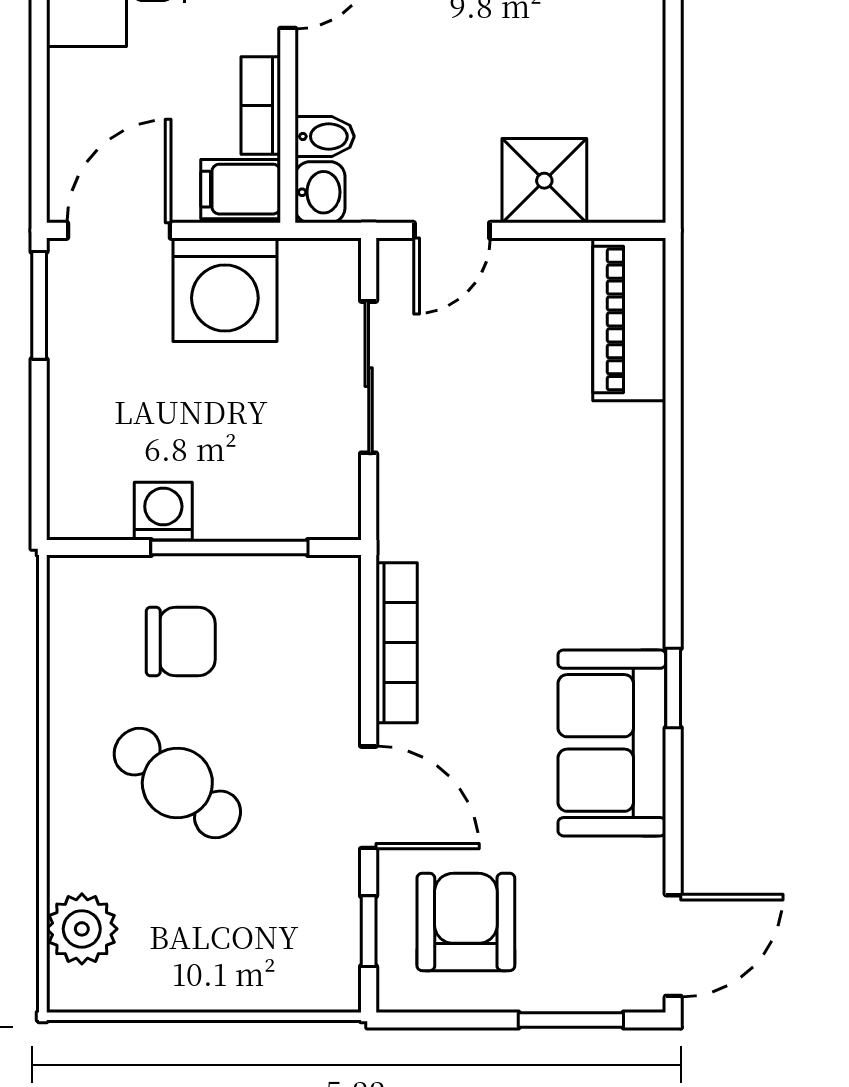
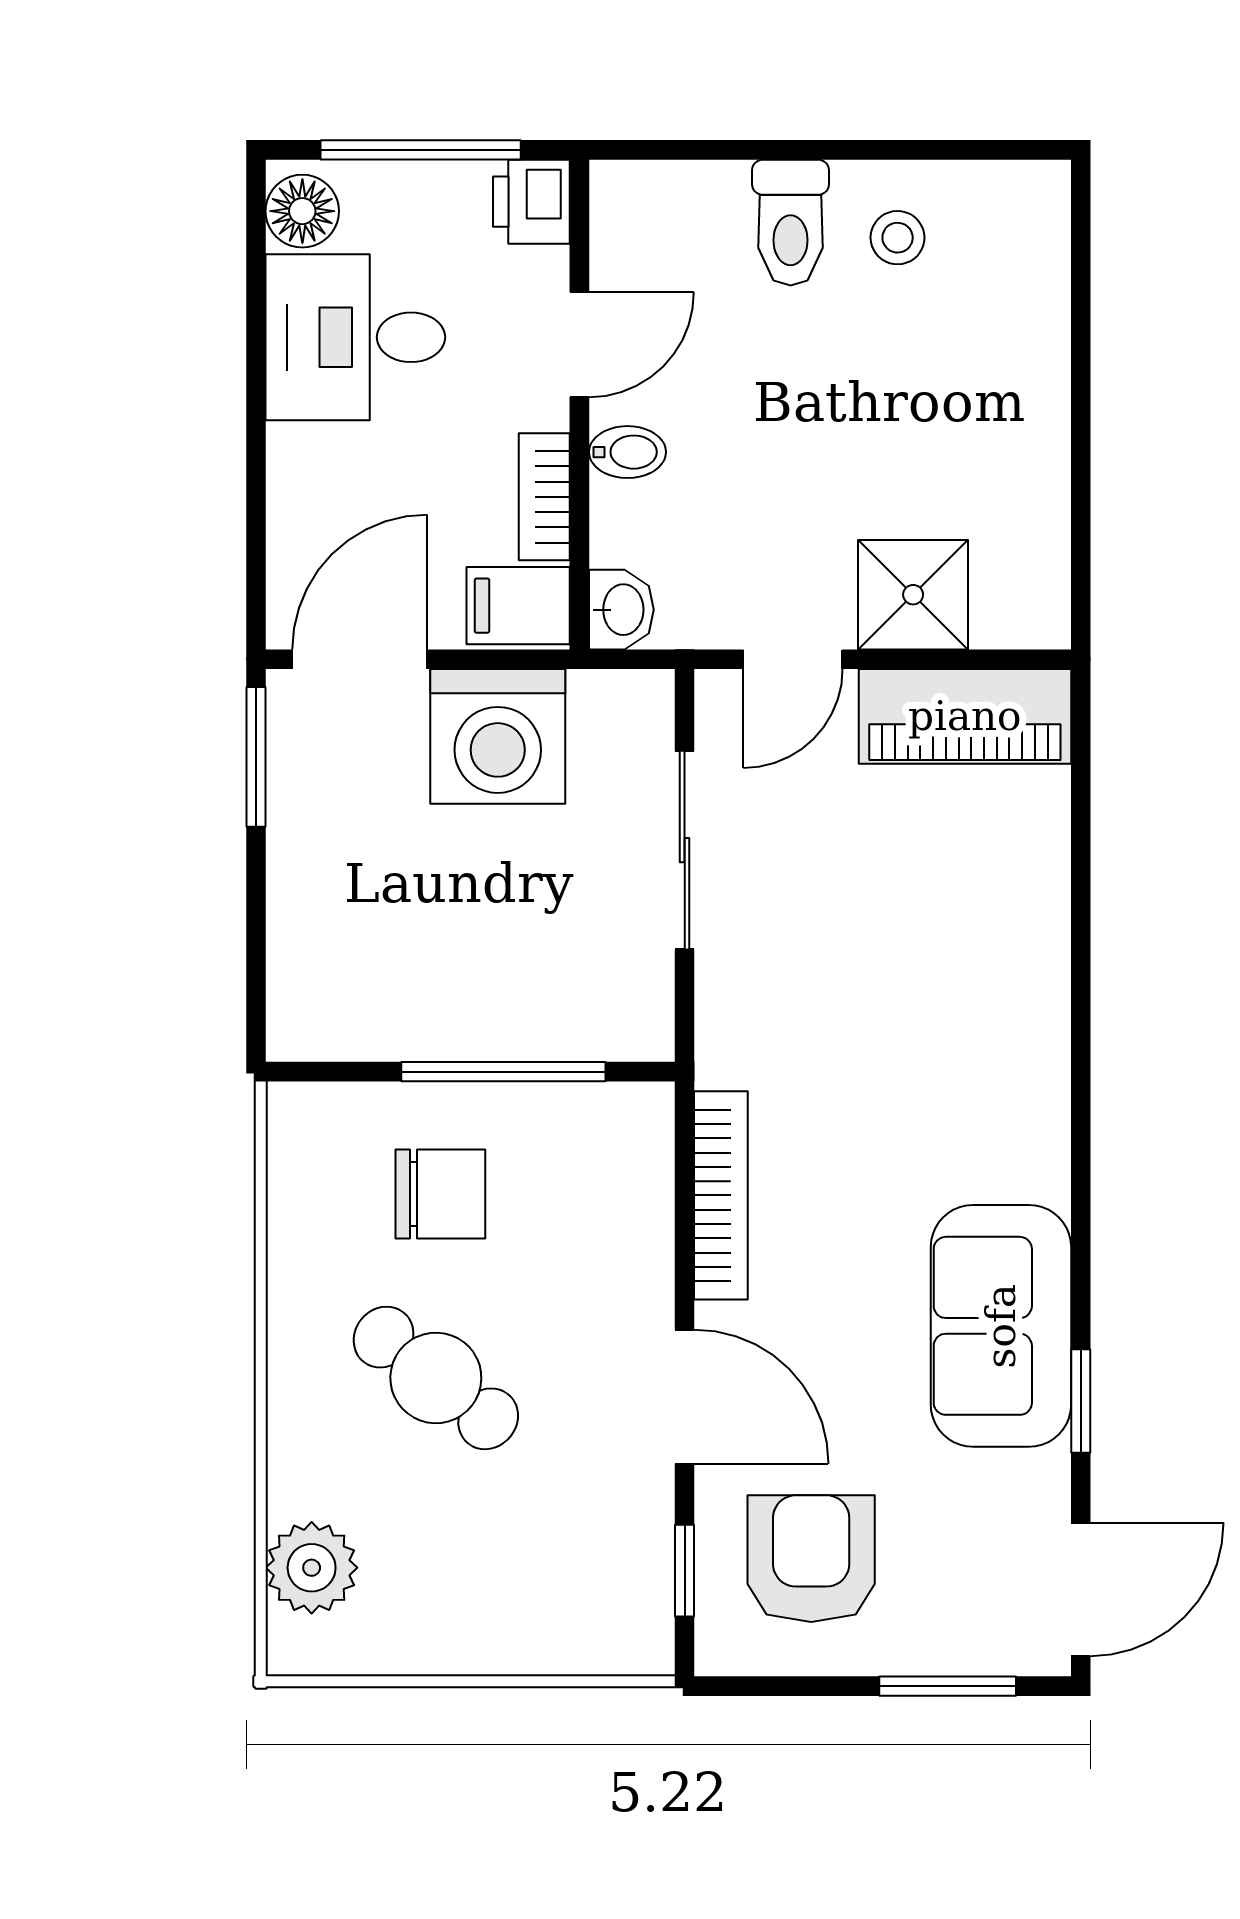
bidet: (325, 136) -> (628, 452), moved
piano: (629, 319) -> (965, 716), moved, turned -90
washing machine: (163, 511) -> (418, 1024), removed
window: (673, 688) -> (1081, 1401), moved

